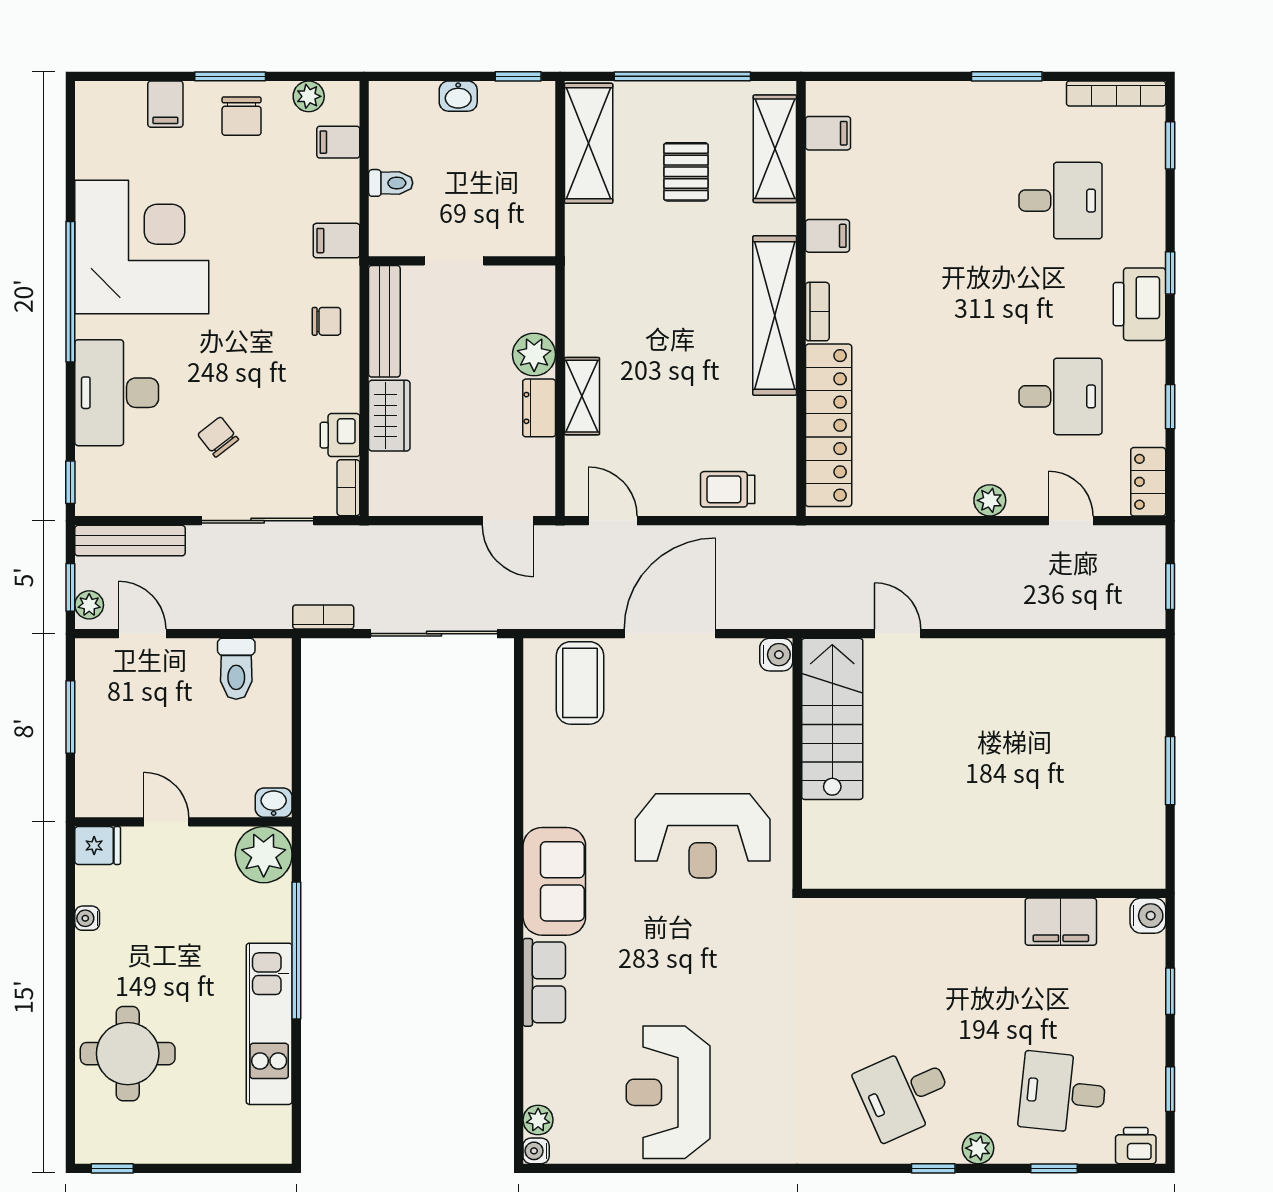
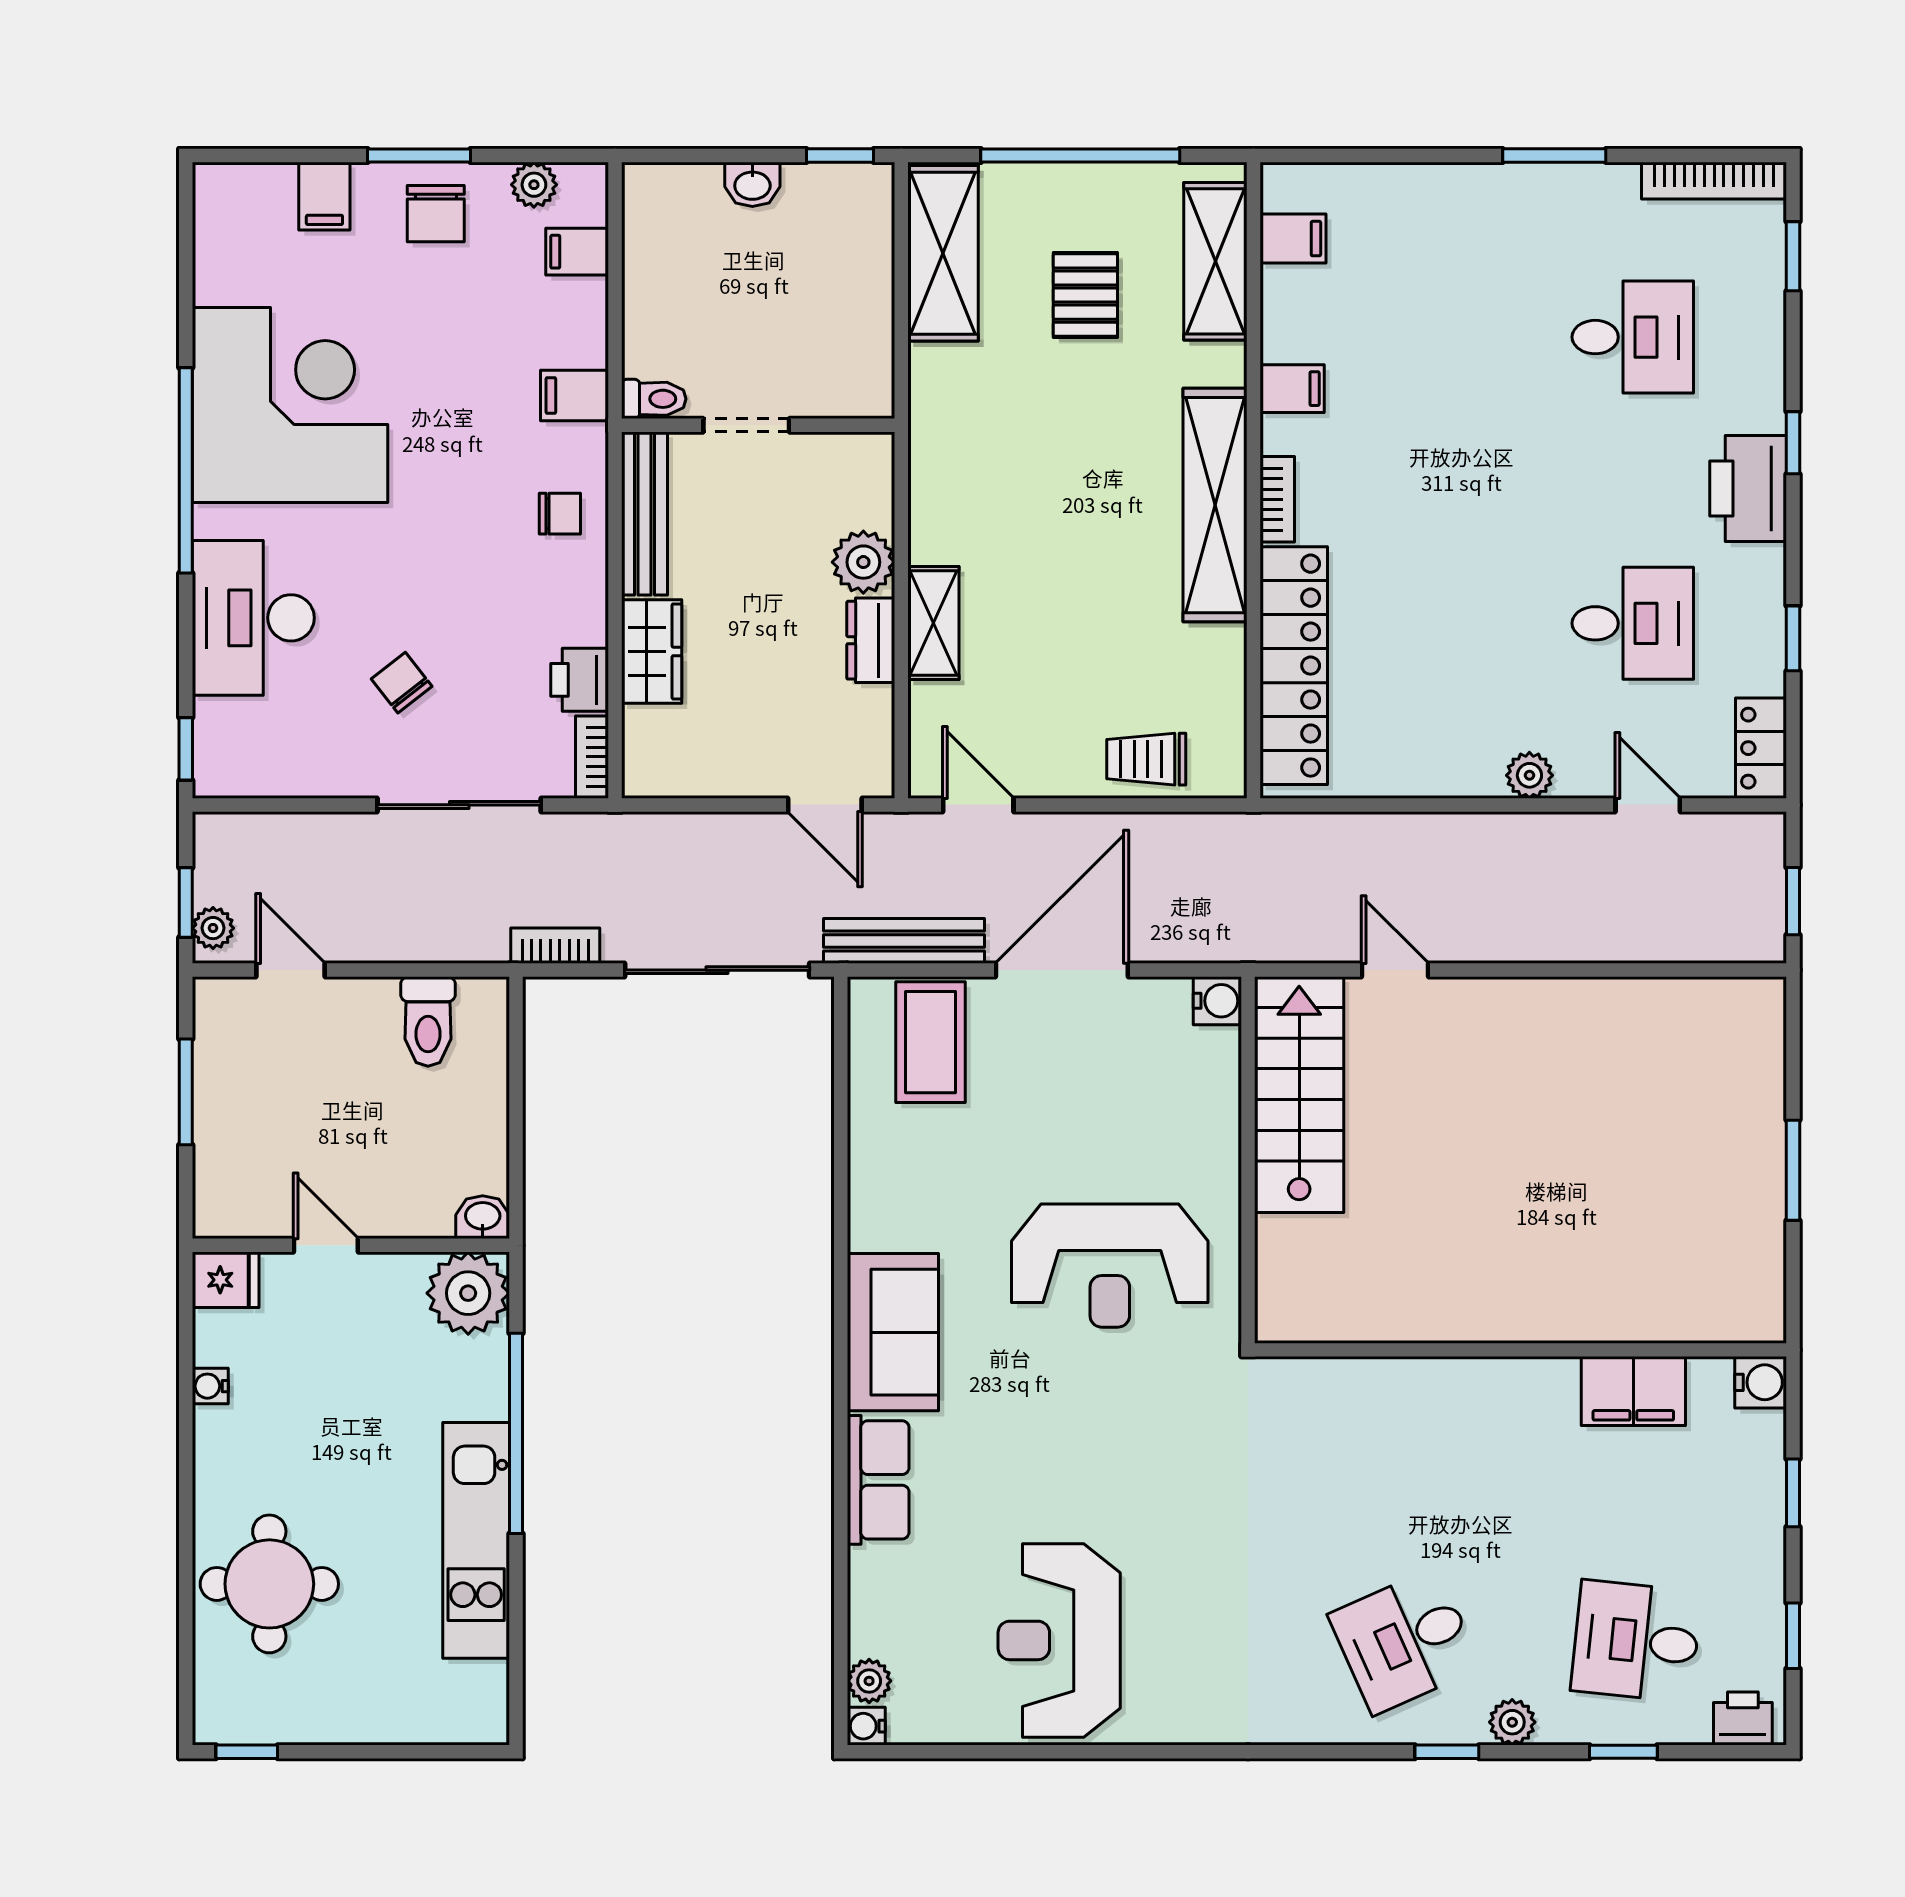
toilet: (391, 183) -> (654, 399), moved
bench: (130, 541) -> (904, 941), moved

